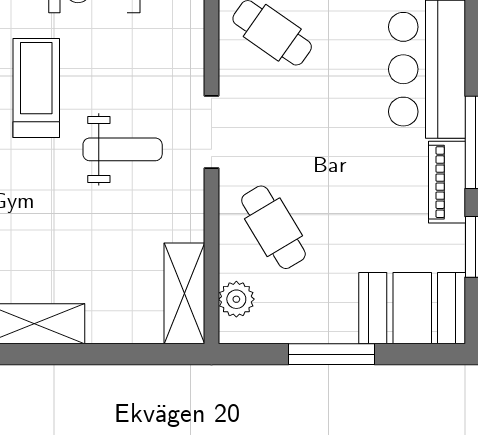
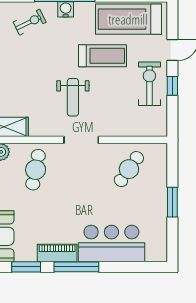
cafe table: (273, 227) -> (36, 170), turned -48

